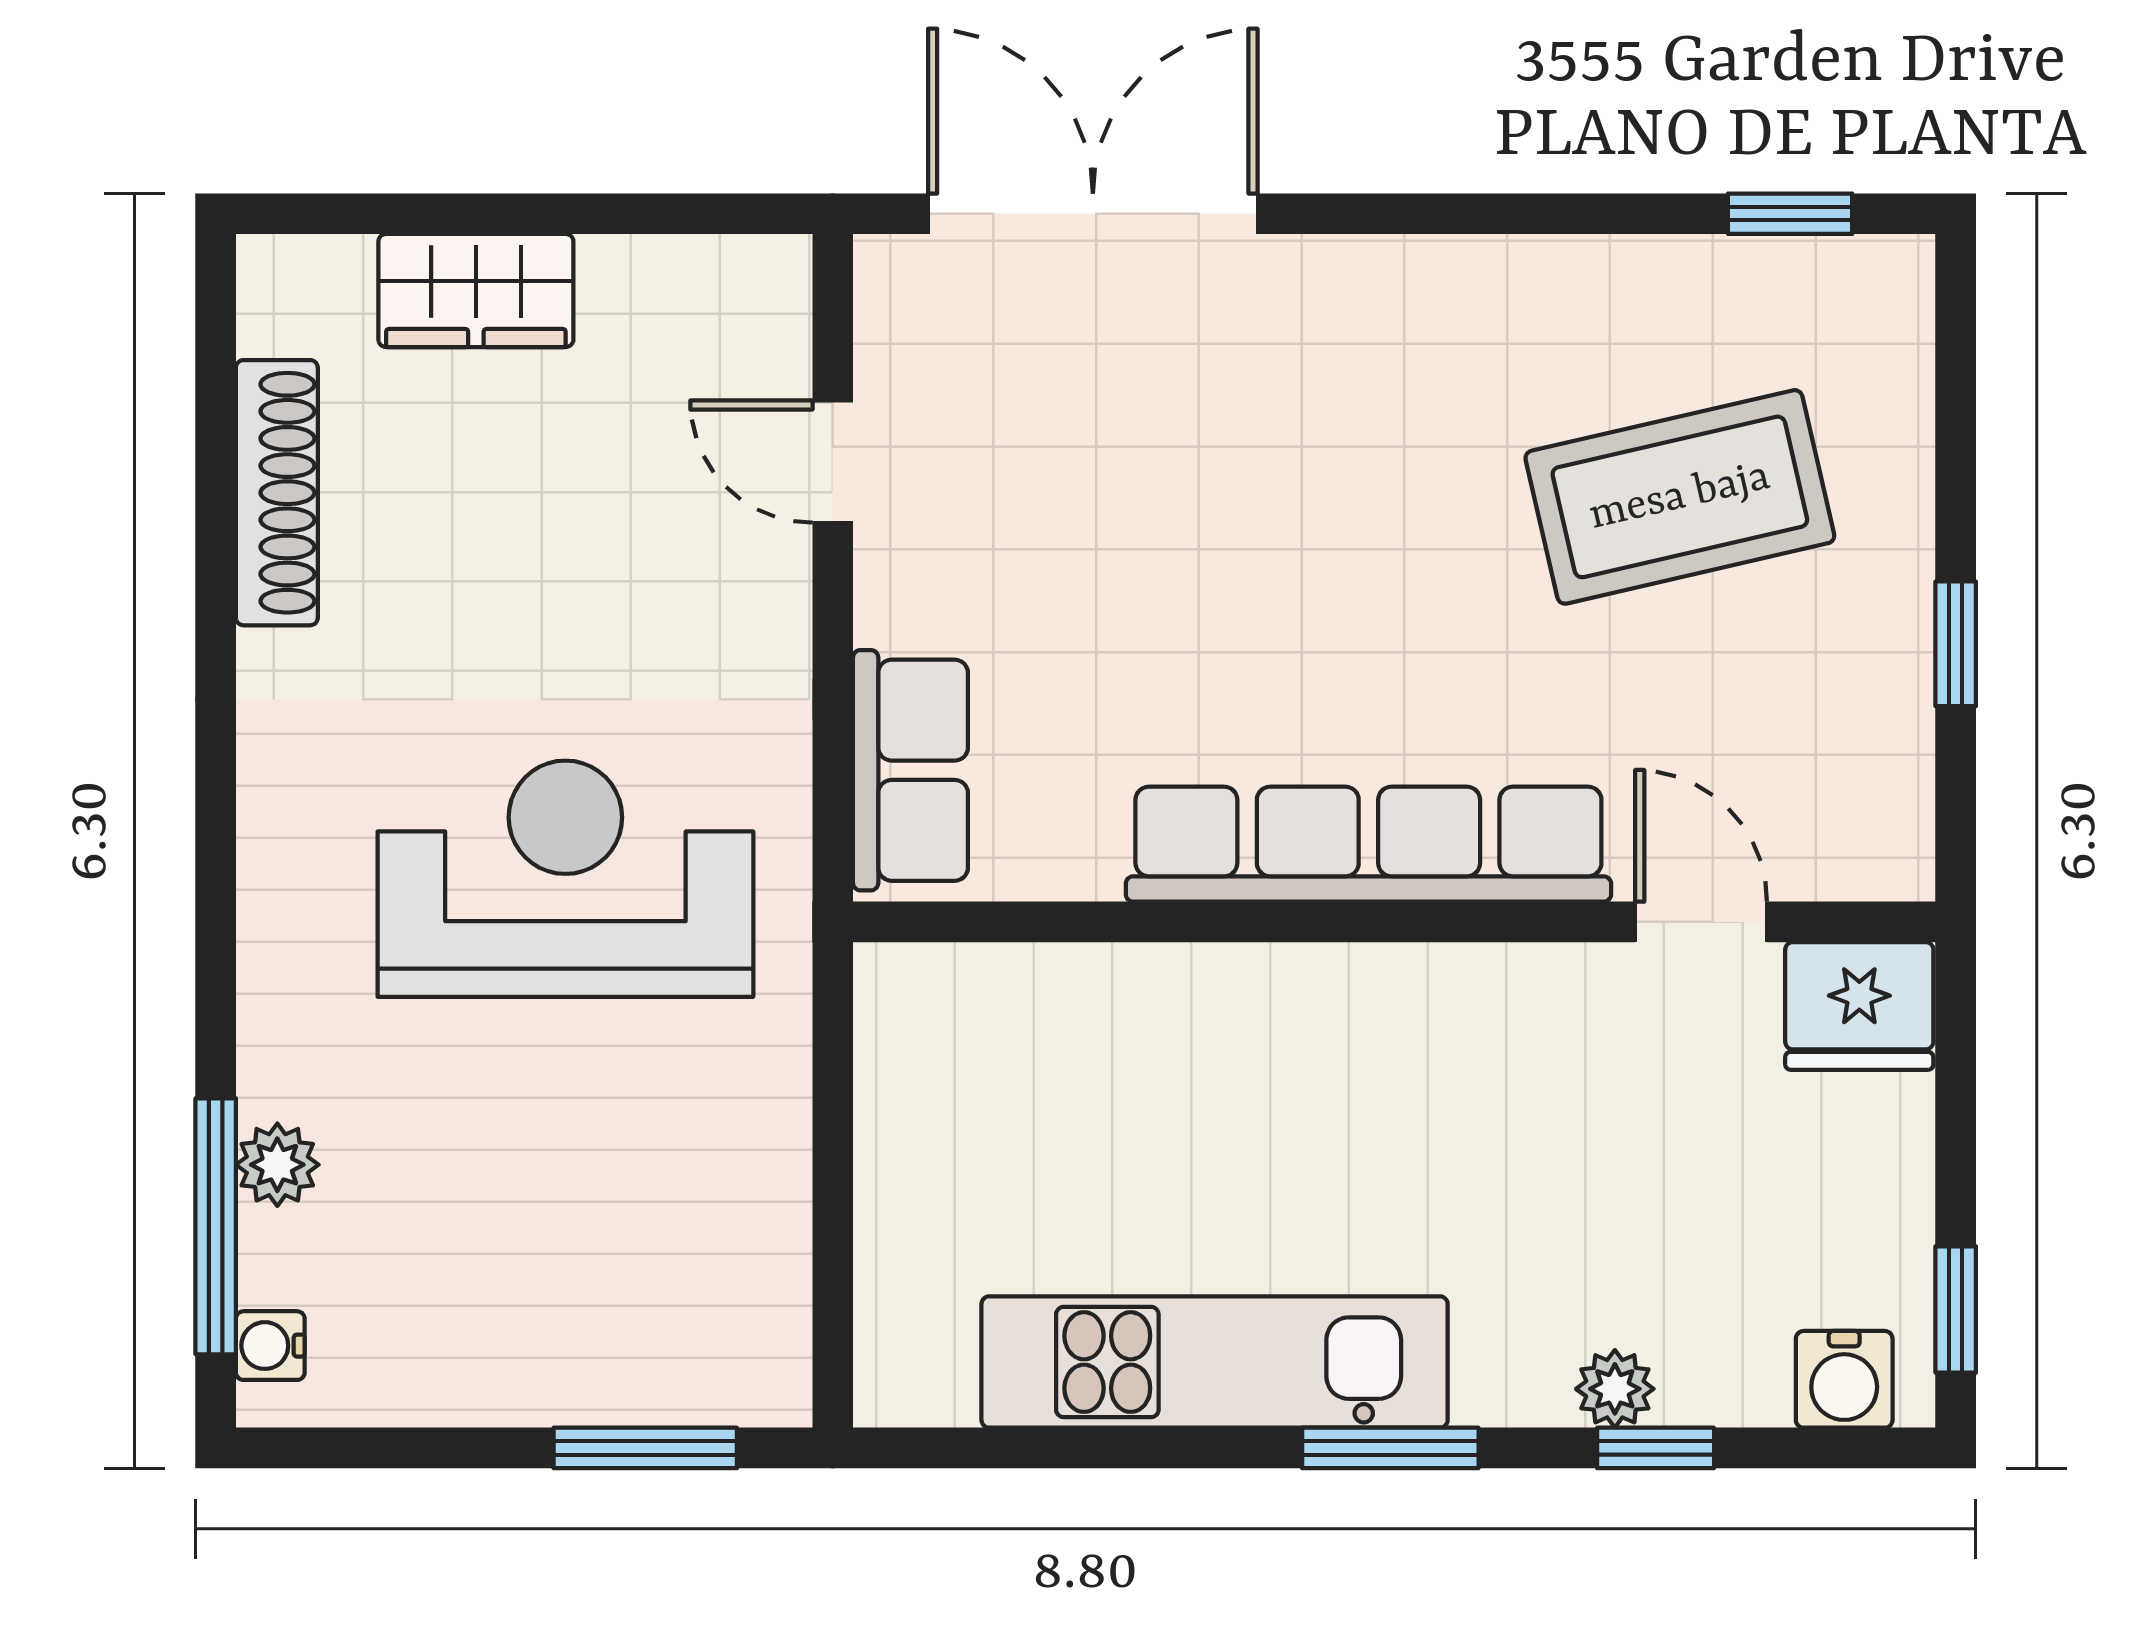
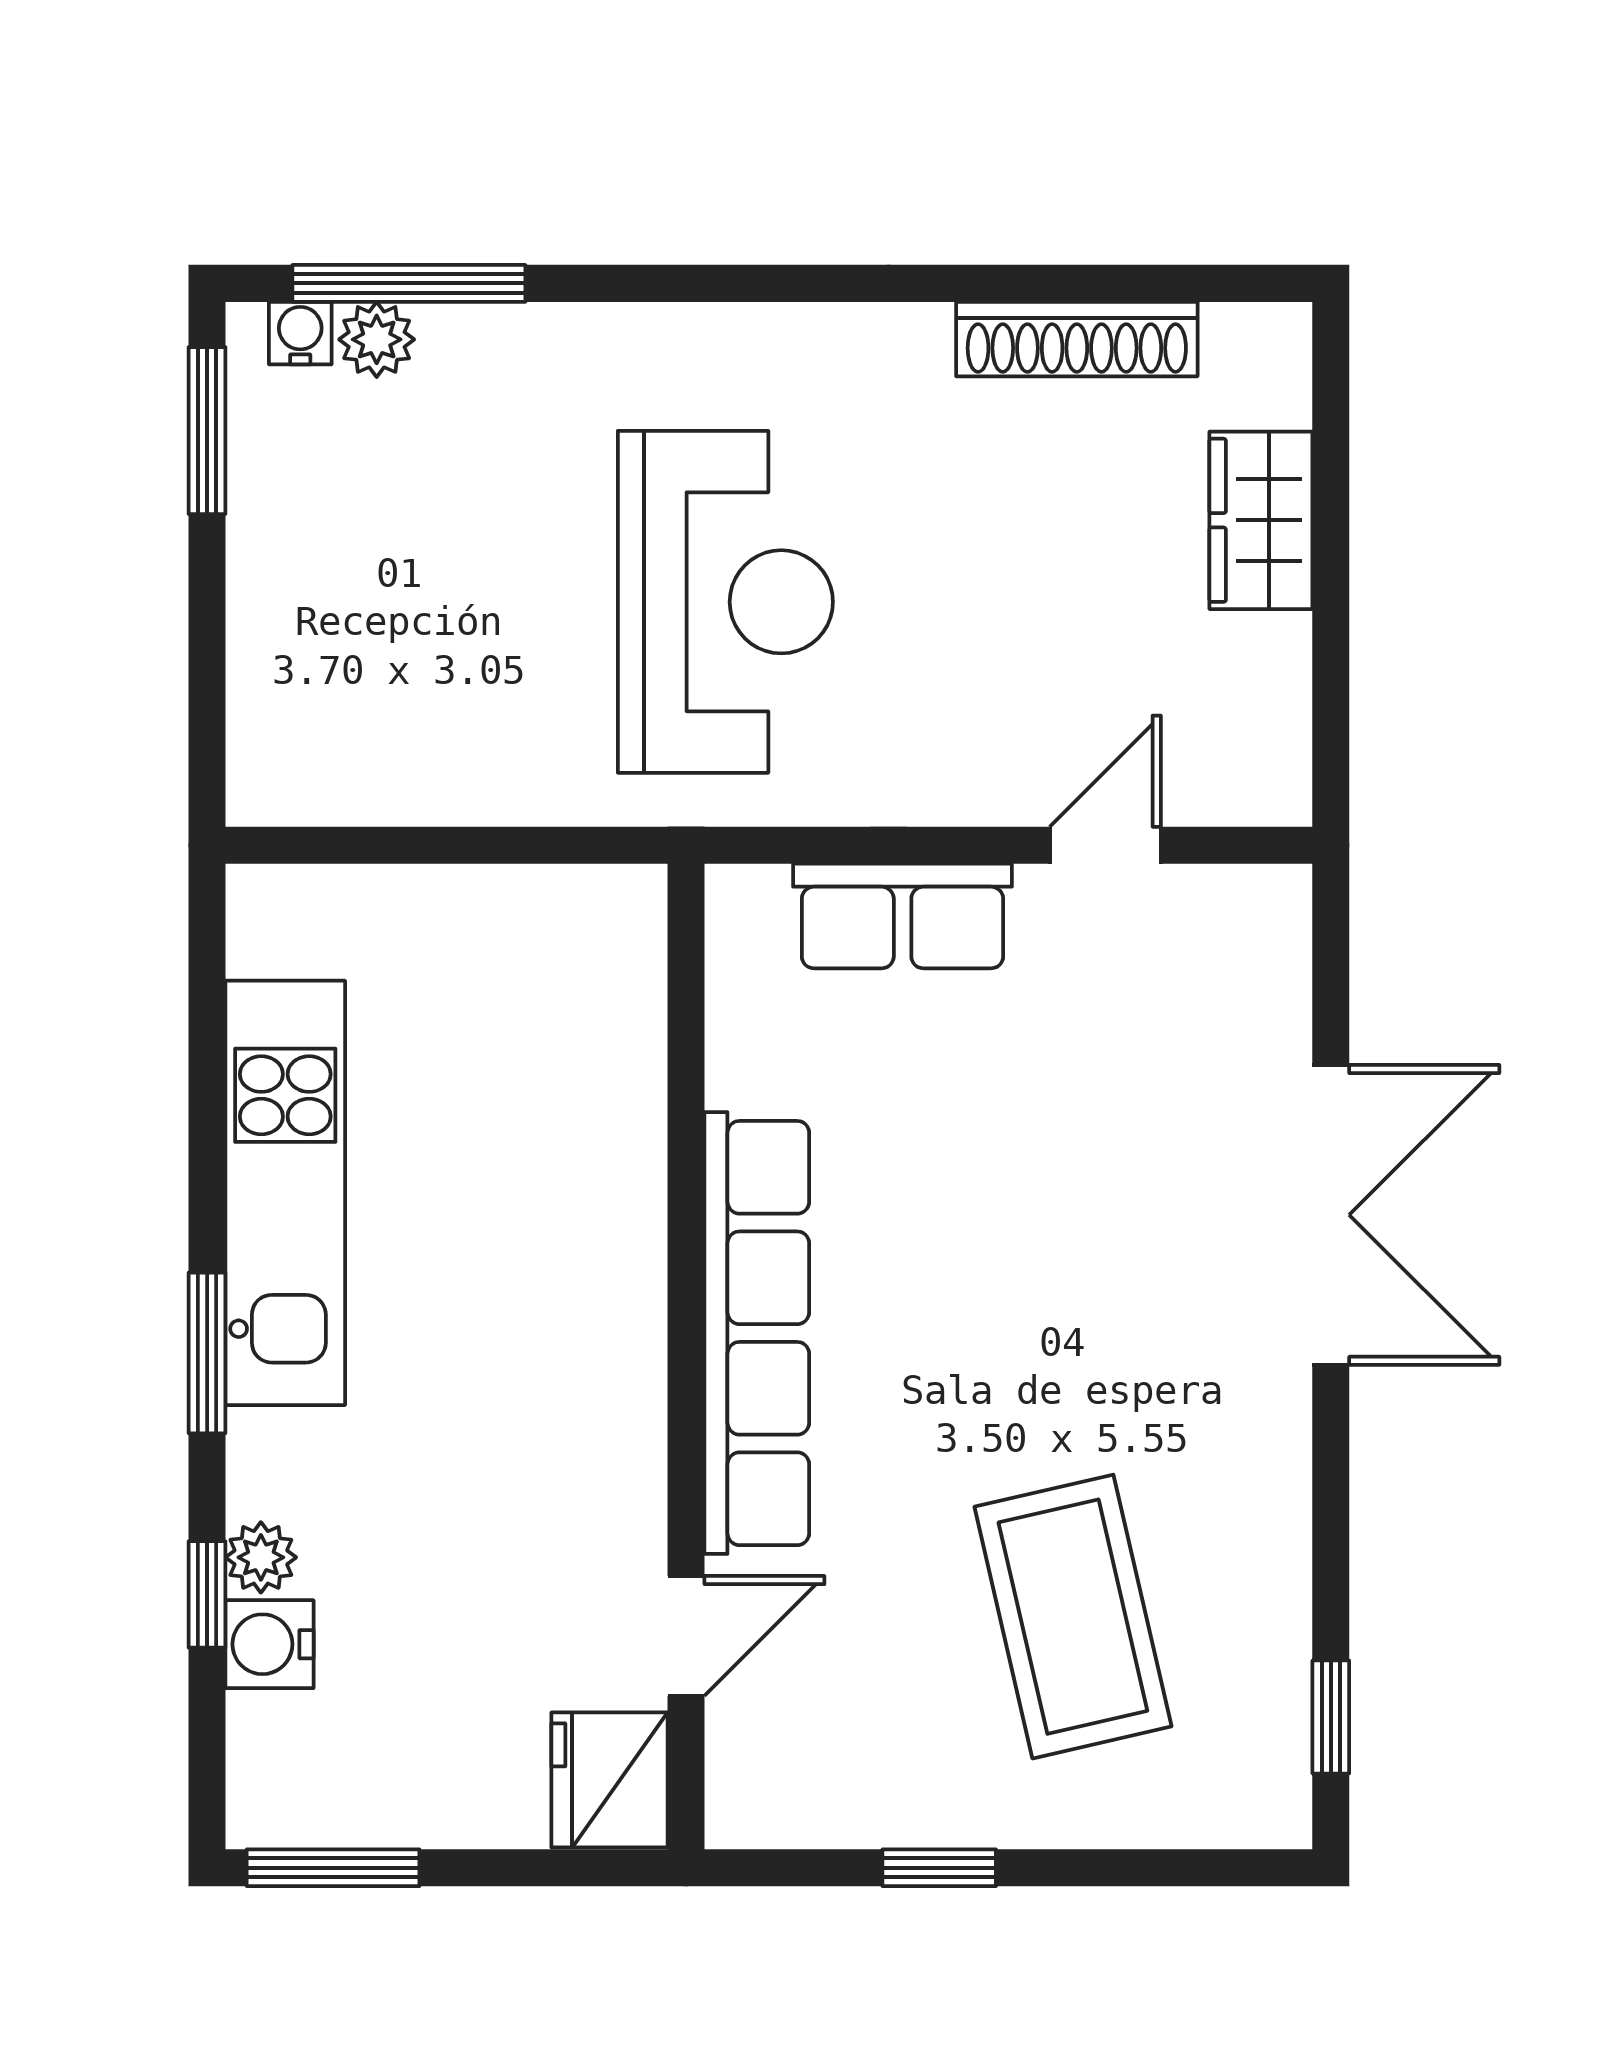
double door: (1093, 214) -> (1331, 1215), moved
row of seats: (910, 770) -> (903, 916), moved
plant: (277, 1165) -> (377, 339), moved
window: (1956, 1310) -> (333, 1868), width x1.50
water cooler: (1844, 1379) -> (269, 1644), moved
window: (645, 1448) -> (207, 431), moved

